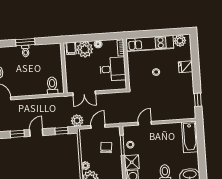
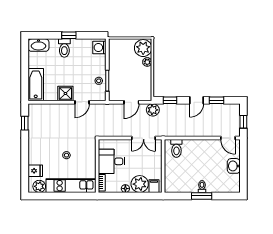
fridge: (186, 67) -> (35, 171), moved
double door: (84, 93) -> (144, 138), swing flipped
chair: (106, 148) -> (124, 79), removed
shower: (132, 162) -> (65, 93), moved

